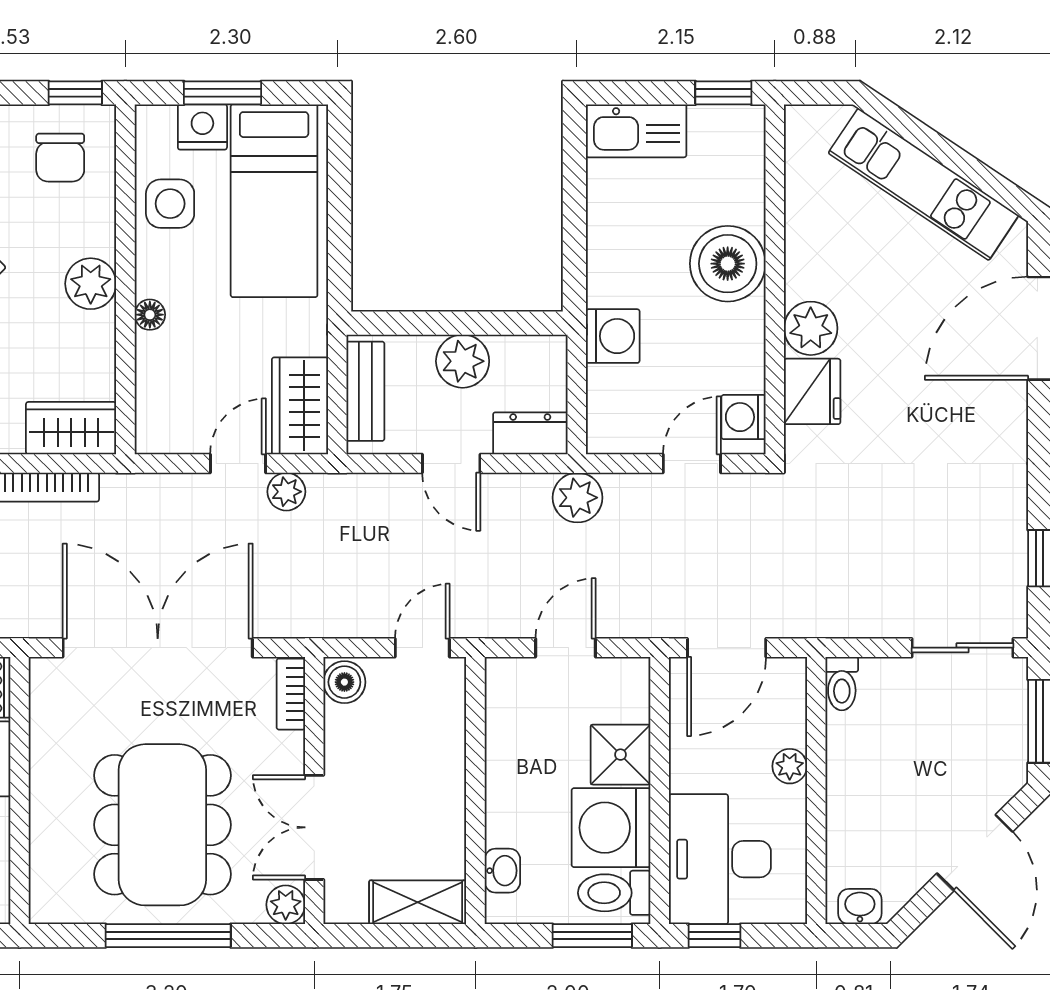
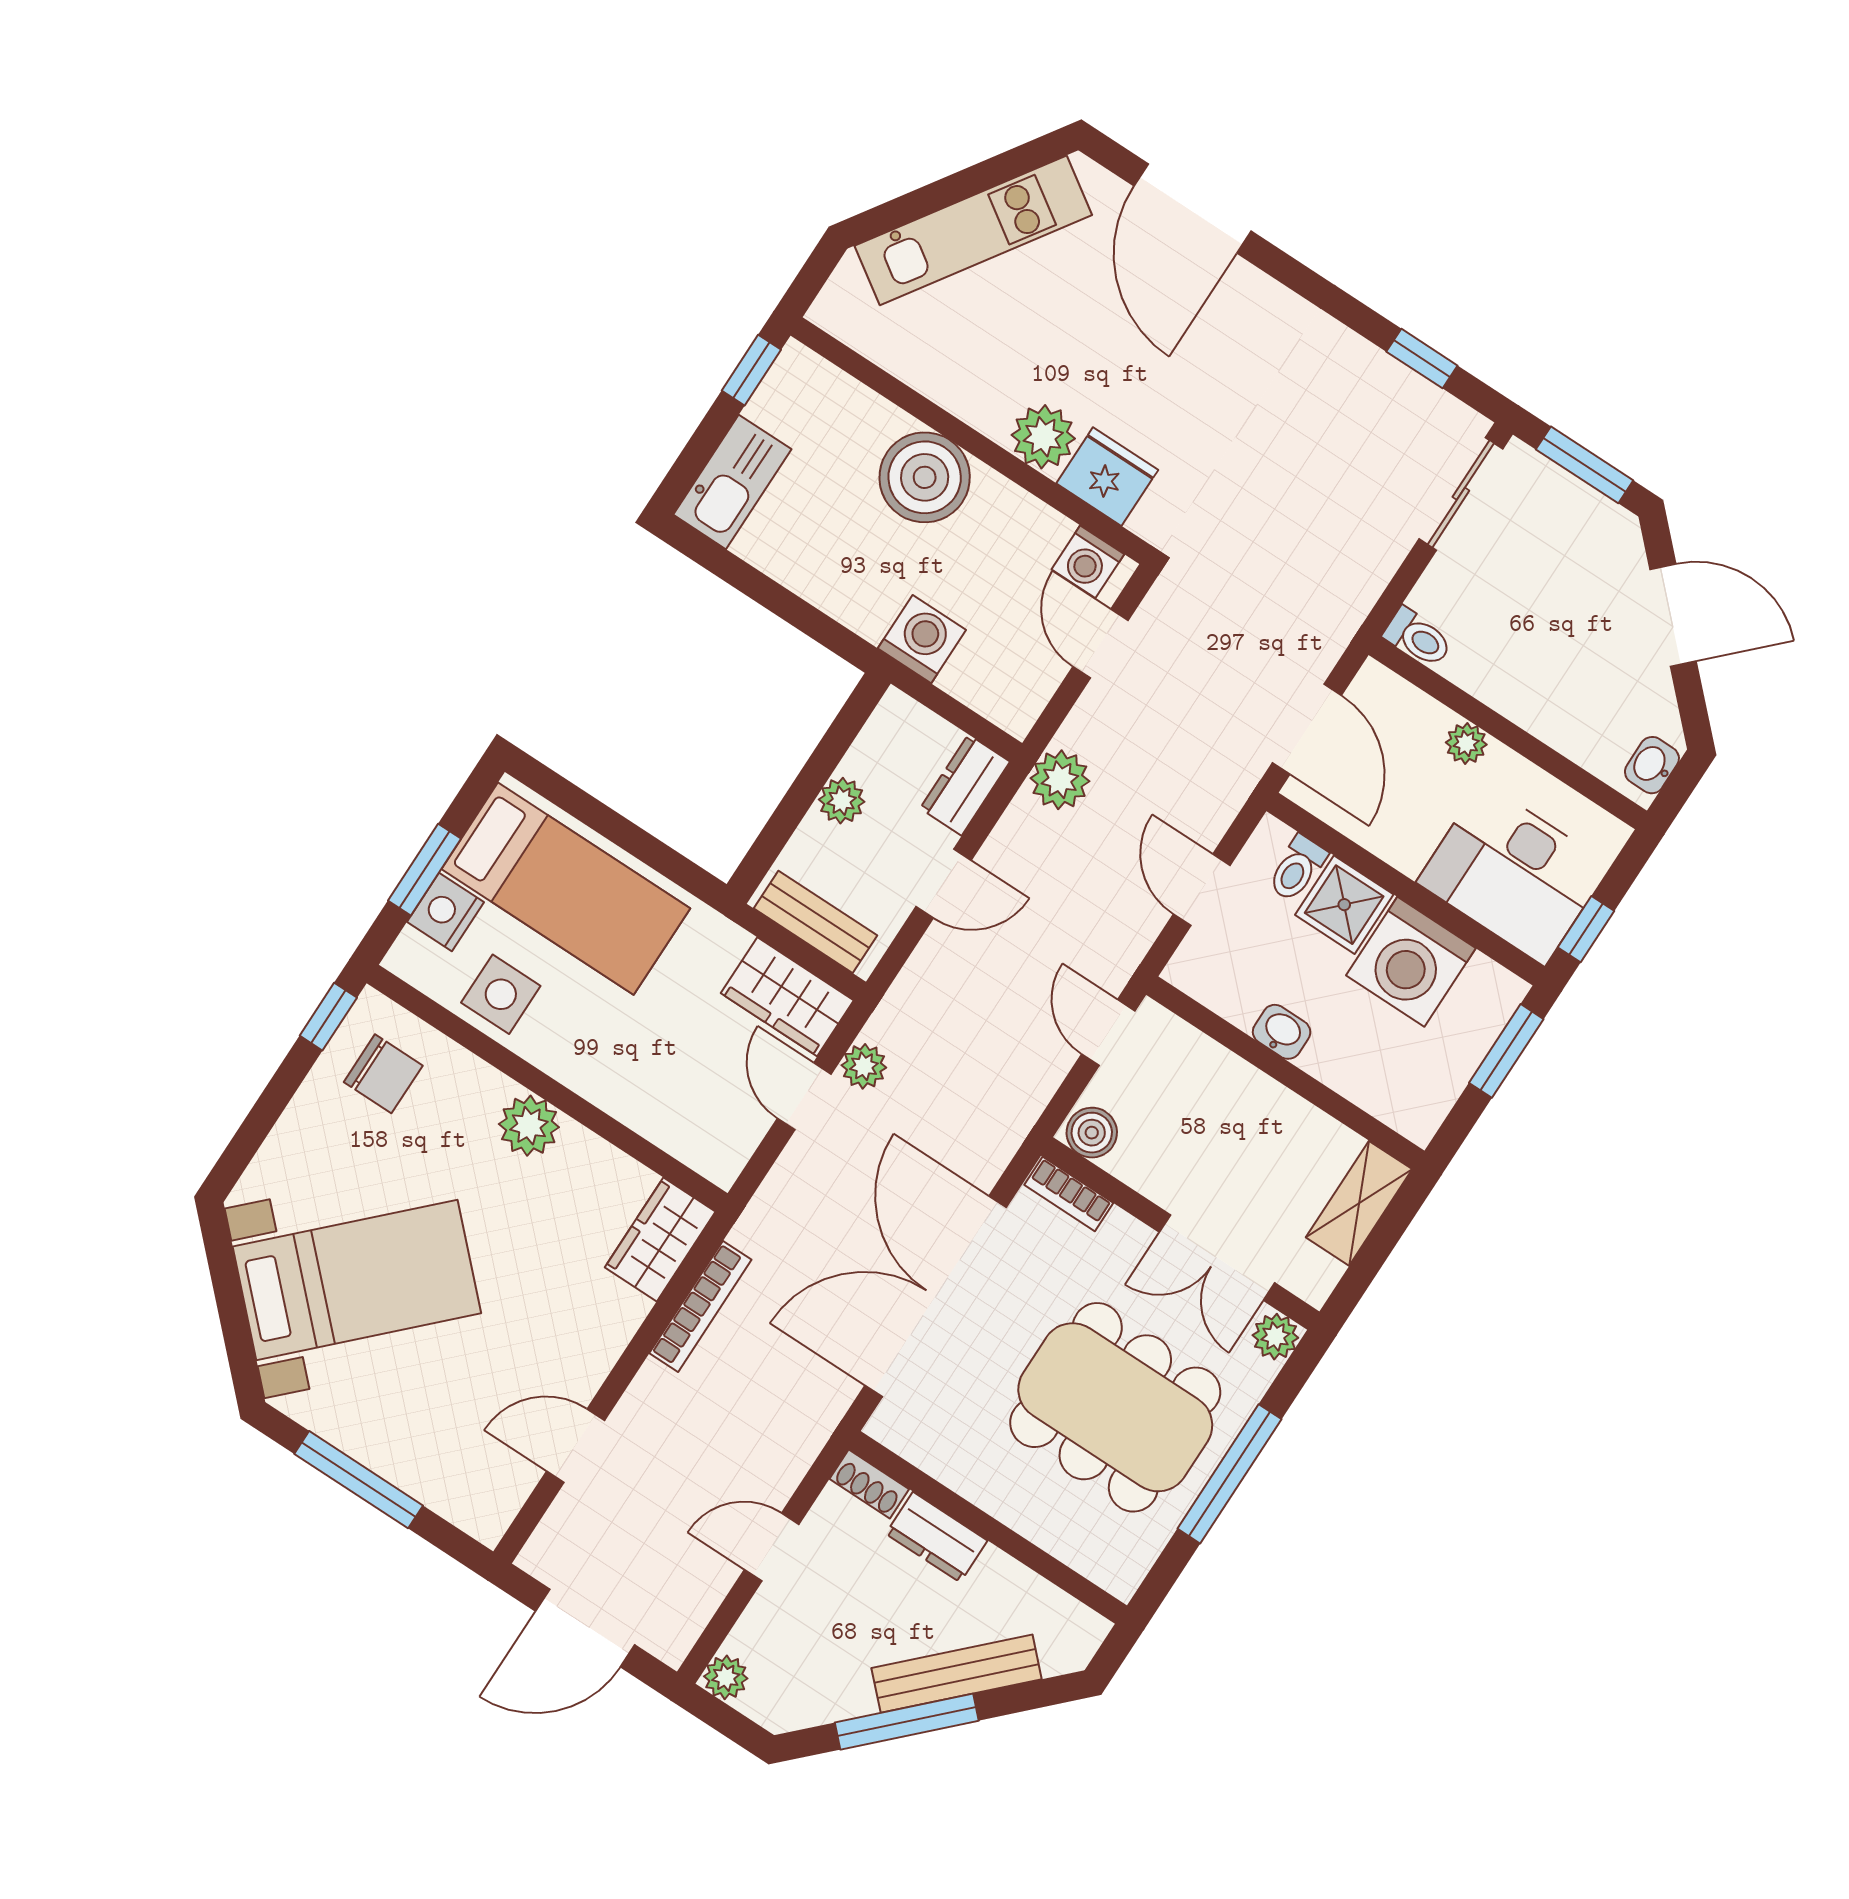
floor lamp: (150, 315) -> (598, 1087), removed
plant: (463, 361) -> (842, 801), width x0.73, depth x0.73
washbasin: (502, 871) -> (1282, 1032), moved
toilet: (614, 893) -> (1297, 868), moved, width x0.73, depth x0.72

